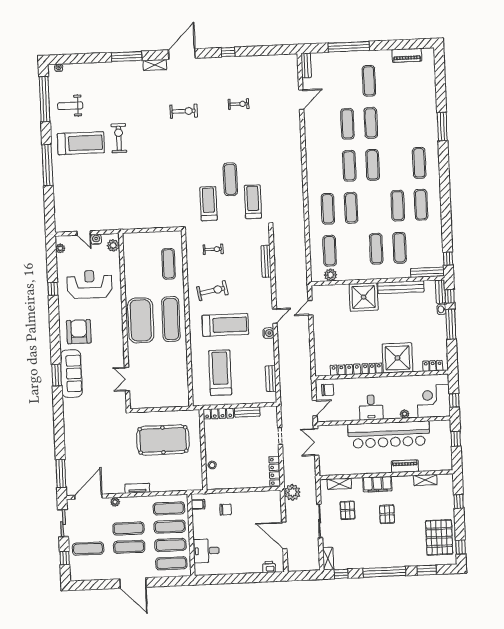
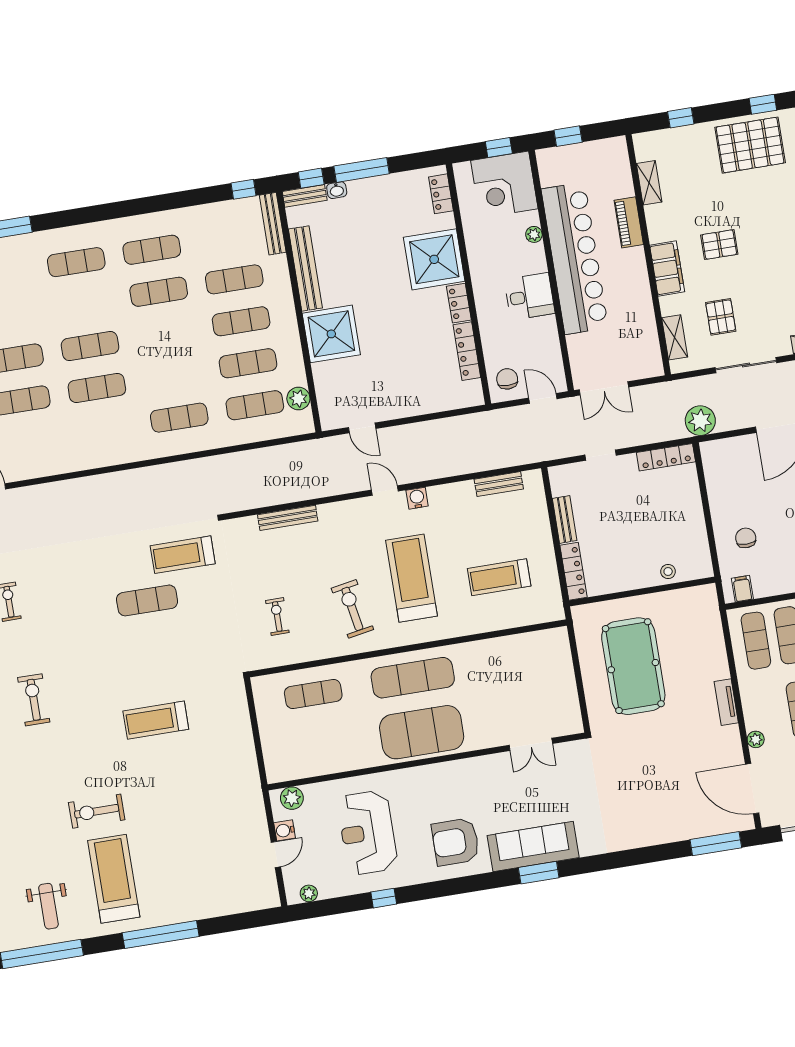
treadmill: (209, 204) -> (156, 720), moved
exercise mat: (351, 208) -> (248, 363), moved
treadmill: (220, 373) -> (499, 577), width x0.73, depth x0.73
pallet: (348, 510) -> (721, 317), turned 90

